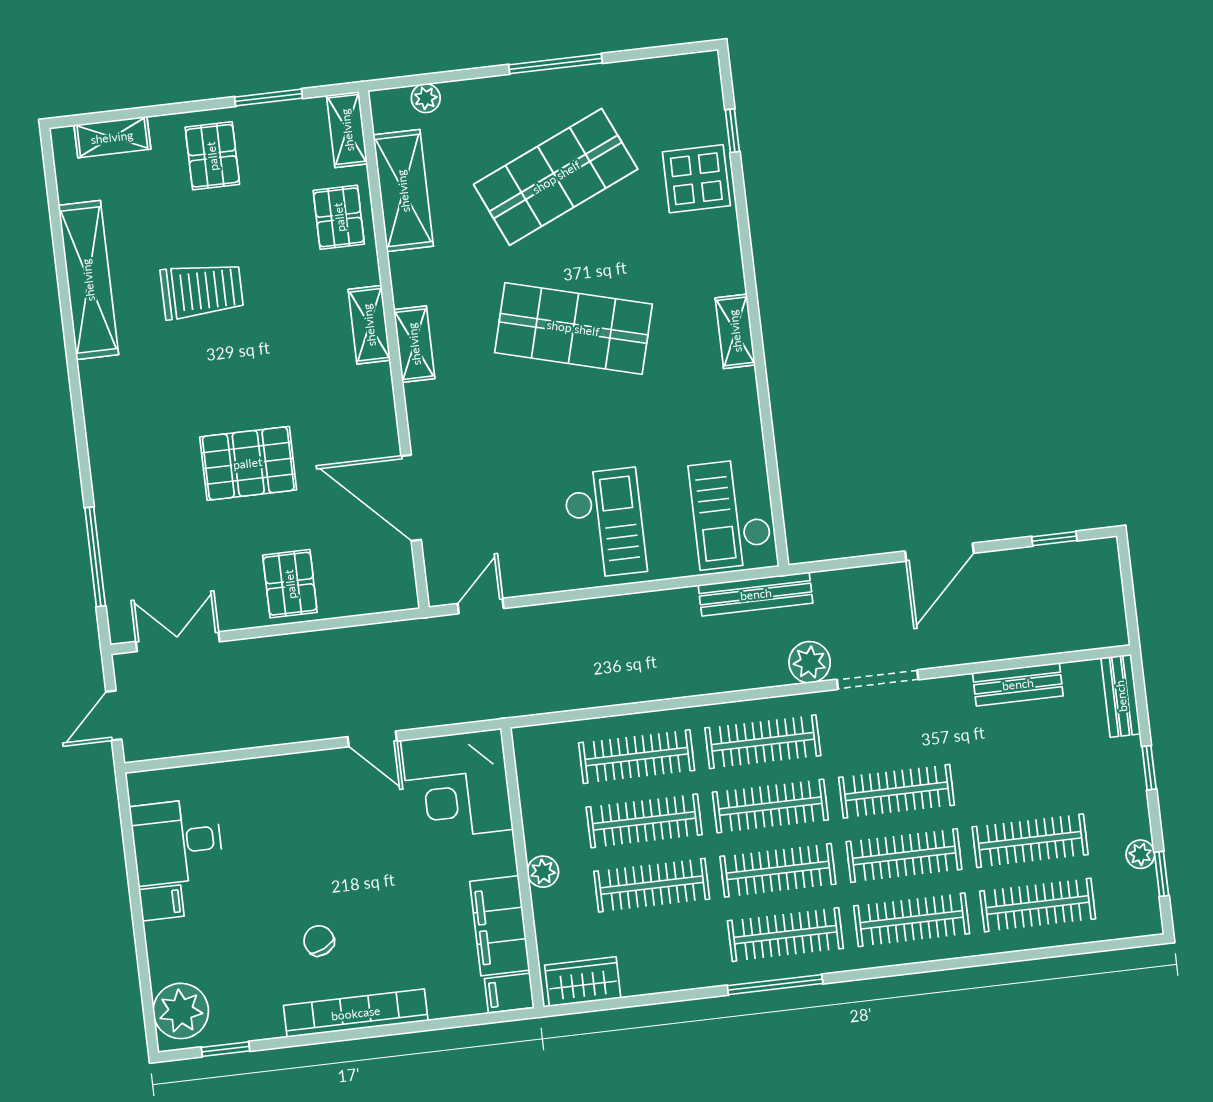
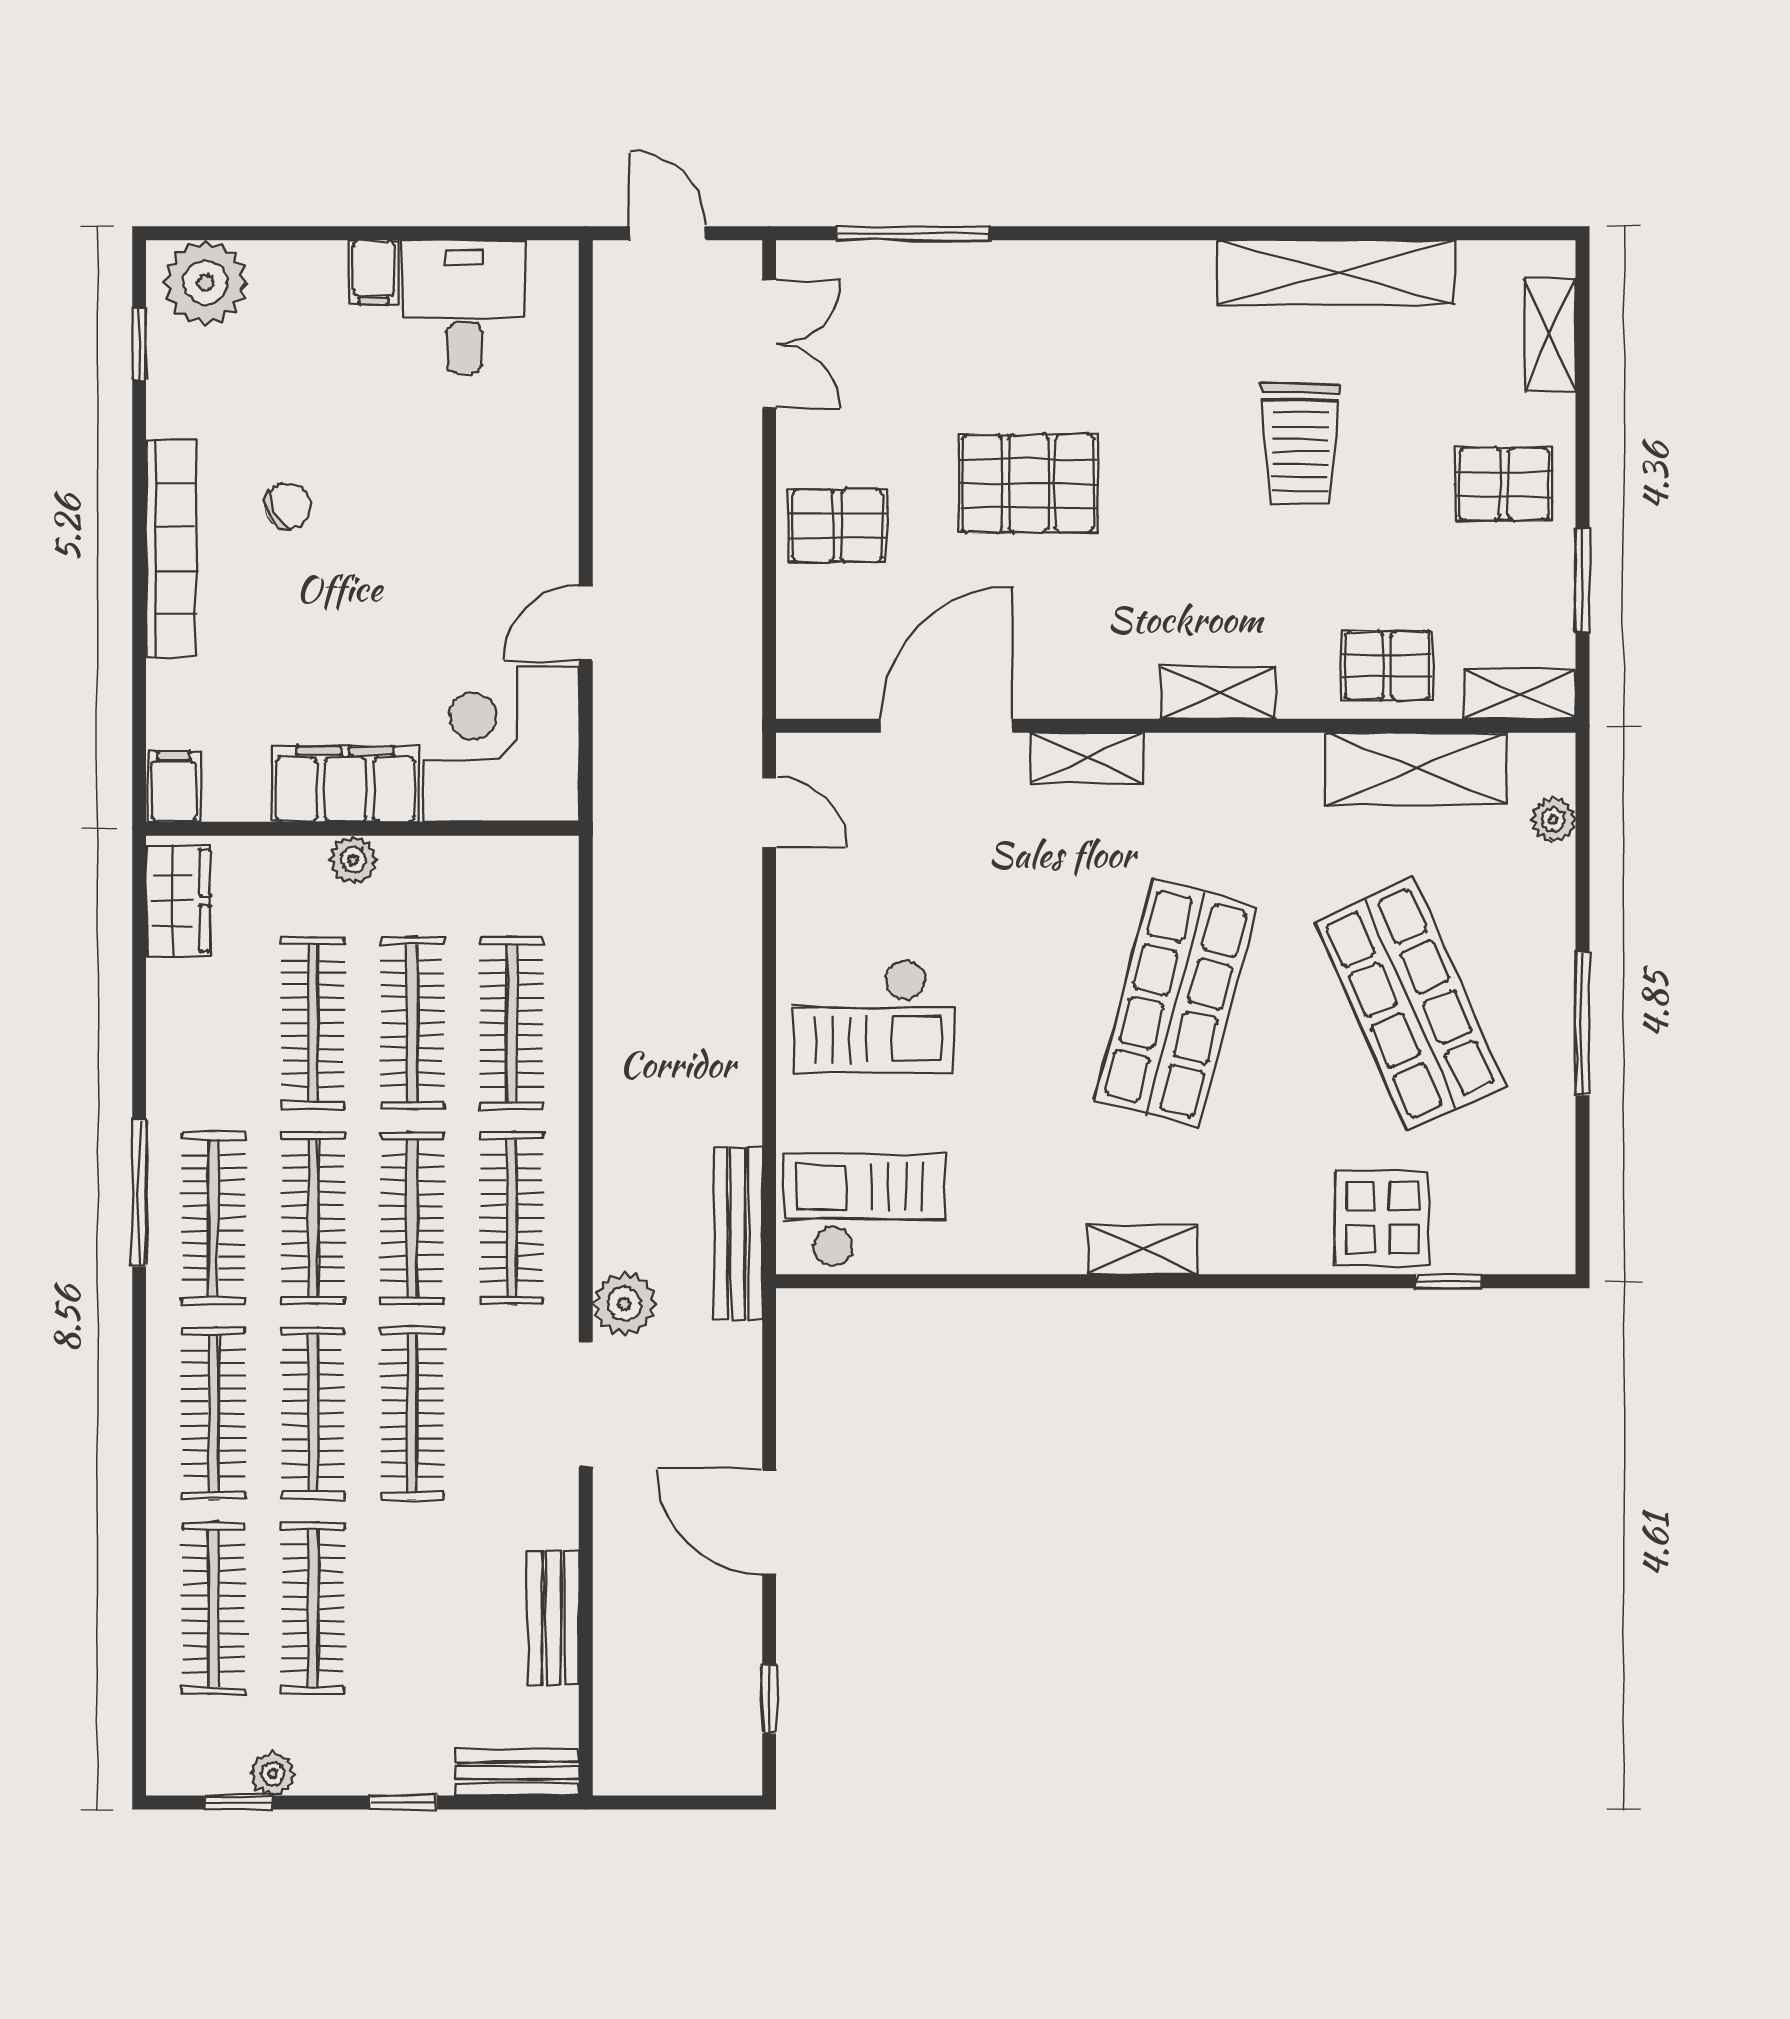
shelving: (414, 344) -> (1087, 758), moved
pallet: (248, 463) -> (1028, 483), turned 90
filing cabinet: (500, 926) -> (345, 784), moved

